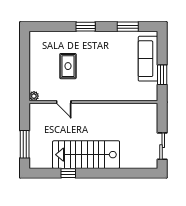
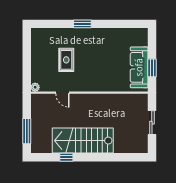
window: (128, 27) -> (121, 24), removed
sofa: (148, 59) -> (139, 67), moved
sliding door: (162, 146) -> (152, 123), moved

